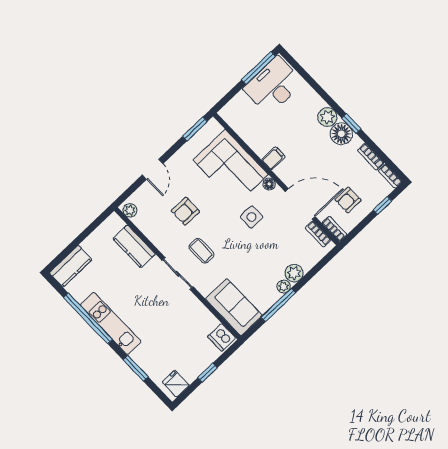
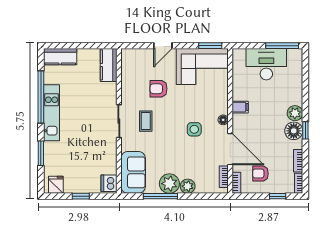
desk: (273, 86) -> (266, 64), moved
corner sofa: (231, 167) -> (202, 67), moved, turned -90
plant: (130, 210) -> (126, 57), removed
kitchen counter: (134, 246) -> (109, 65), moved
plant: (284, 286) -> (169, 184), width x1.88, depth x1.88

